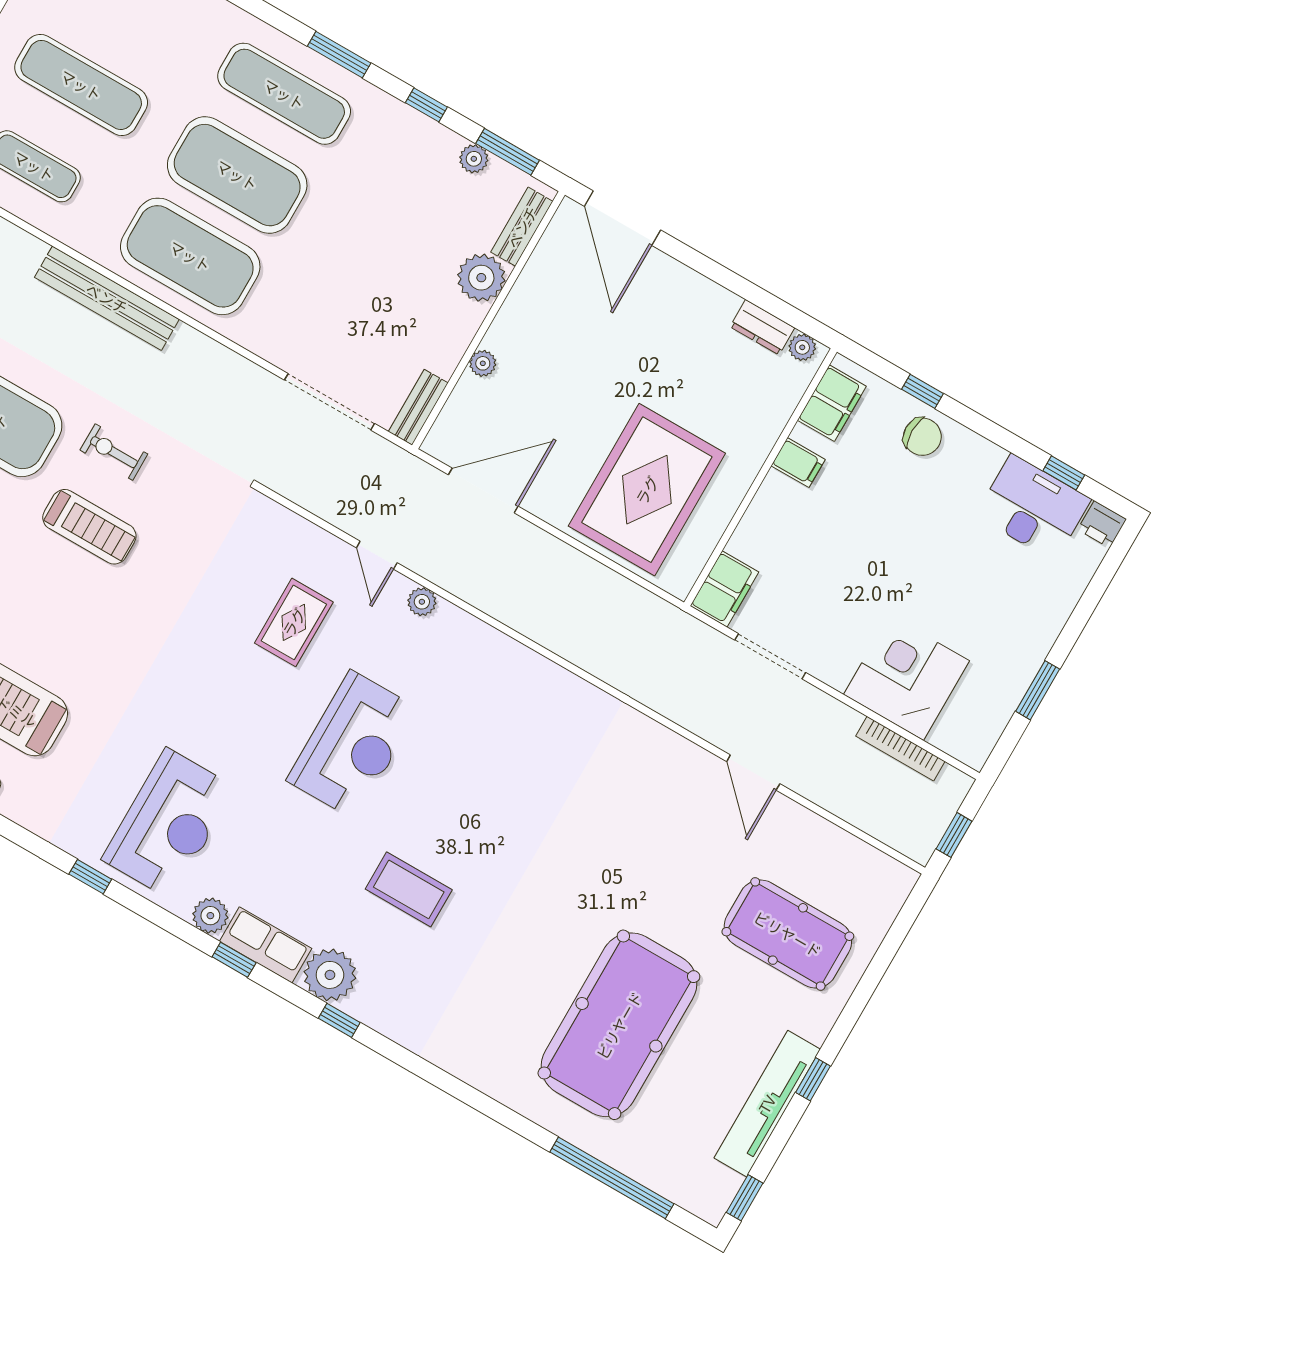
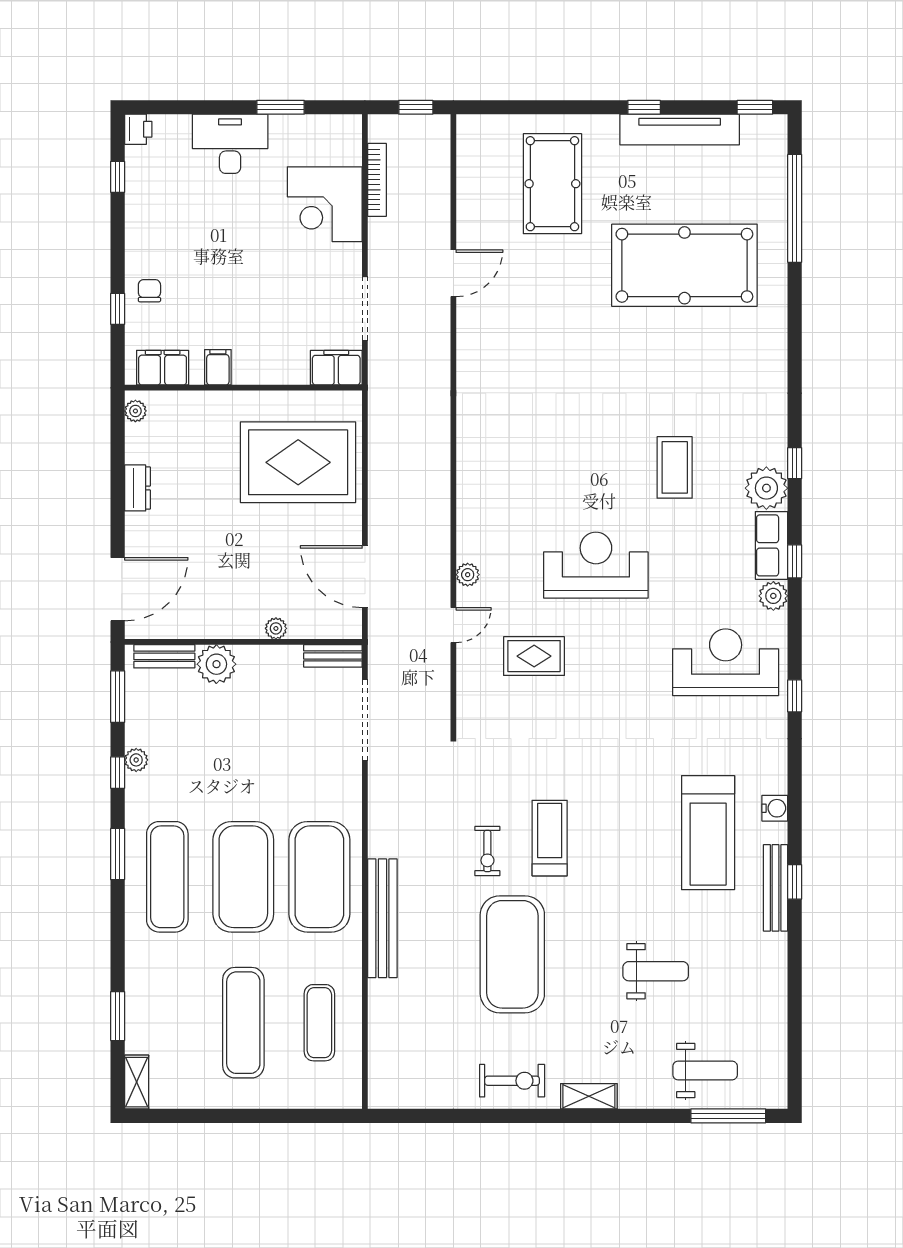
plant: (474, 159) -> (136, 760), moved
dresser: (762, 327) -> (137, 488), moved
chair: (922, 437) -> (149, 291), width x0.73, depth x0.73
desk: (1033, 507) -> (230, 144), moved, turned 90

